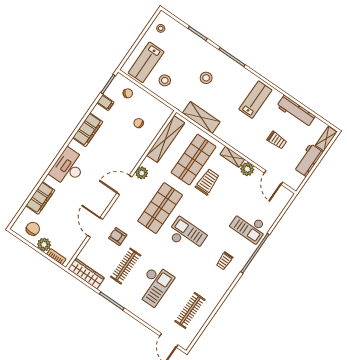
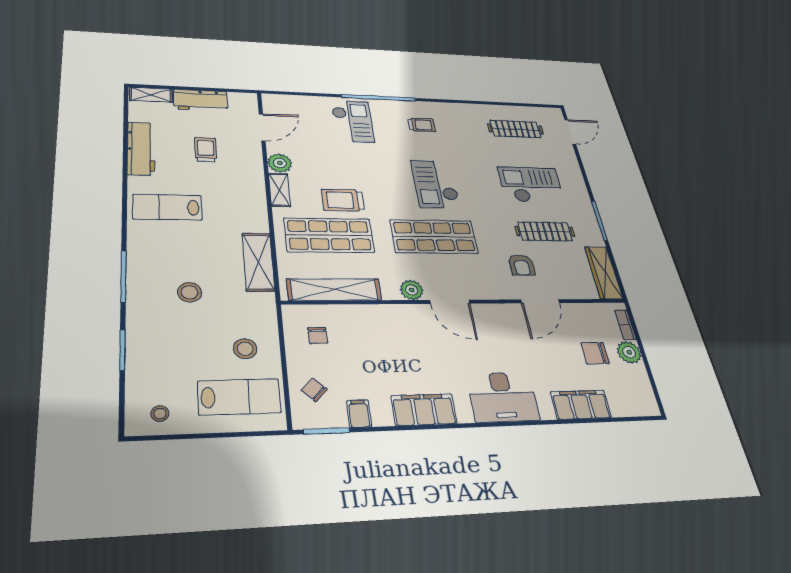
chair: (139, 123) -> (318, 335), moved
chair: (33, 229) -> (595, 353), moved

